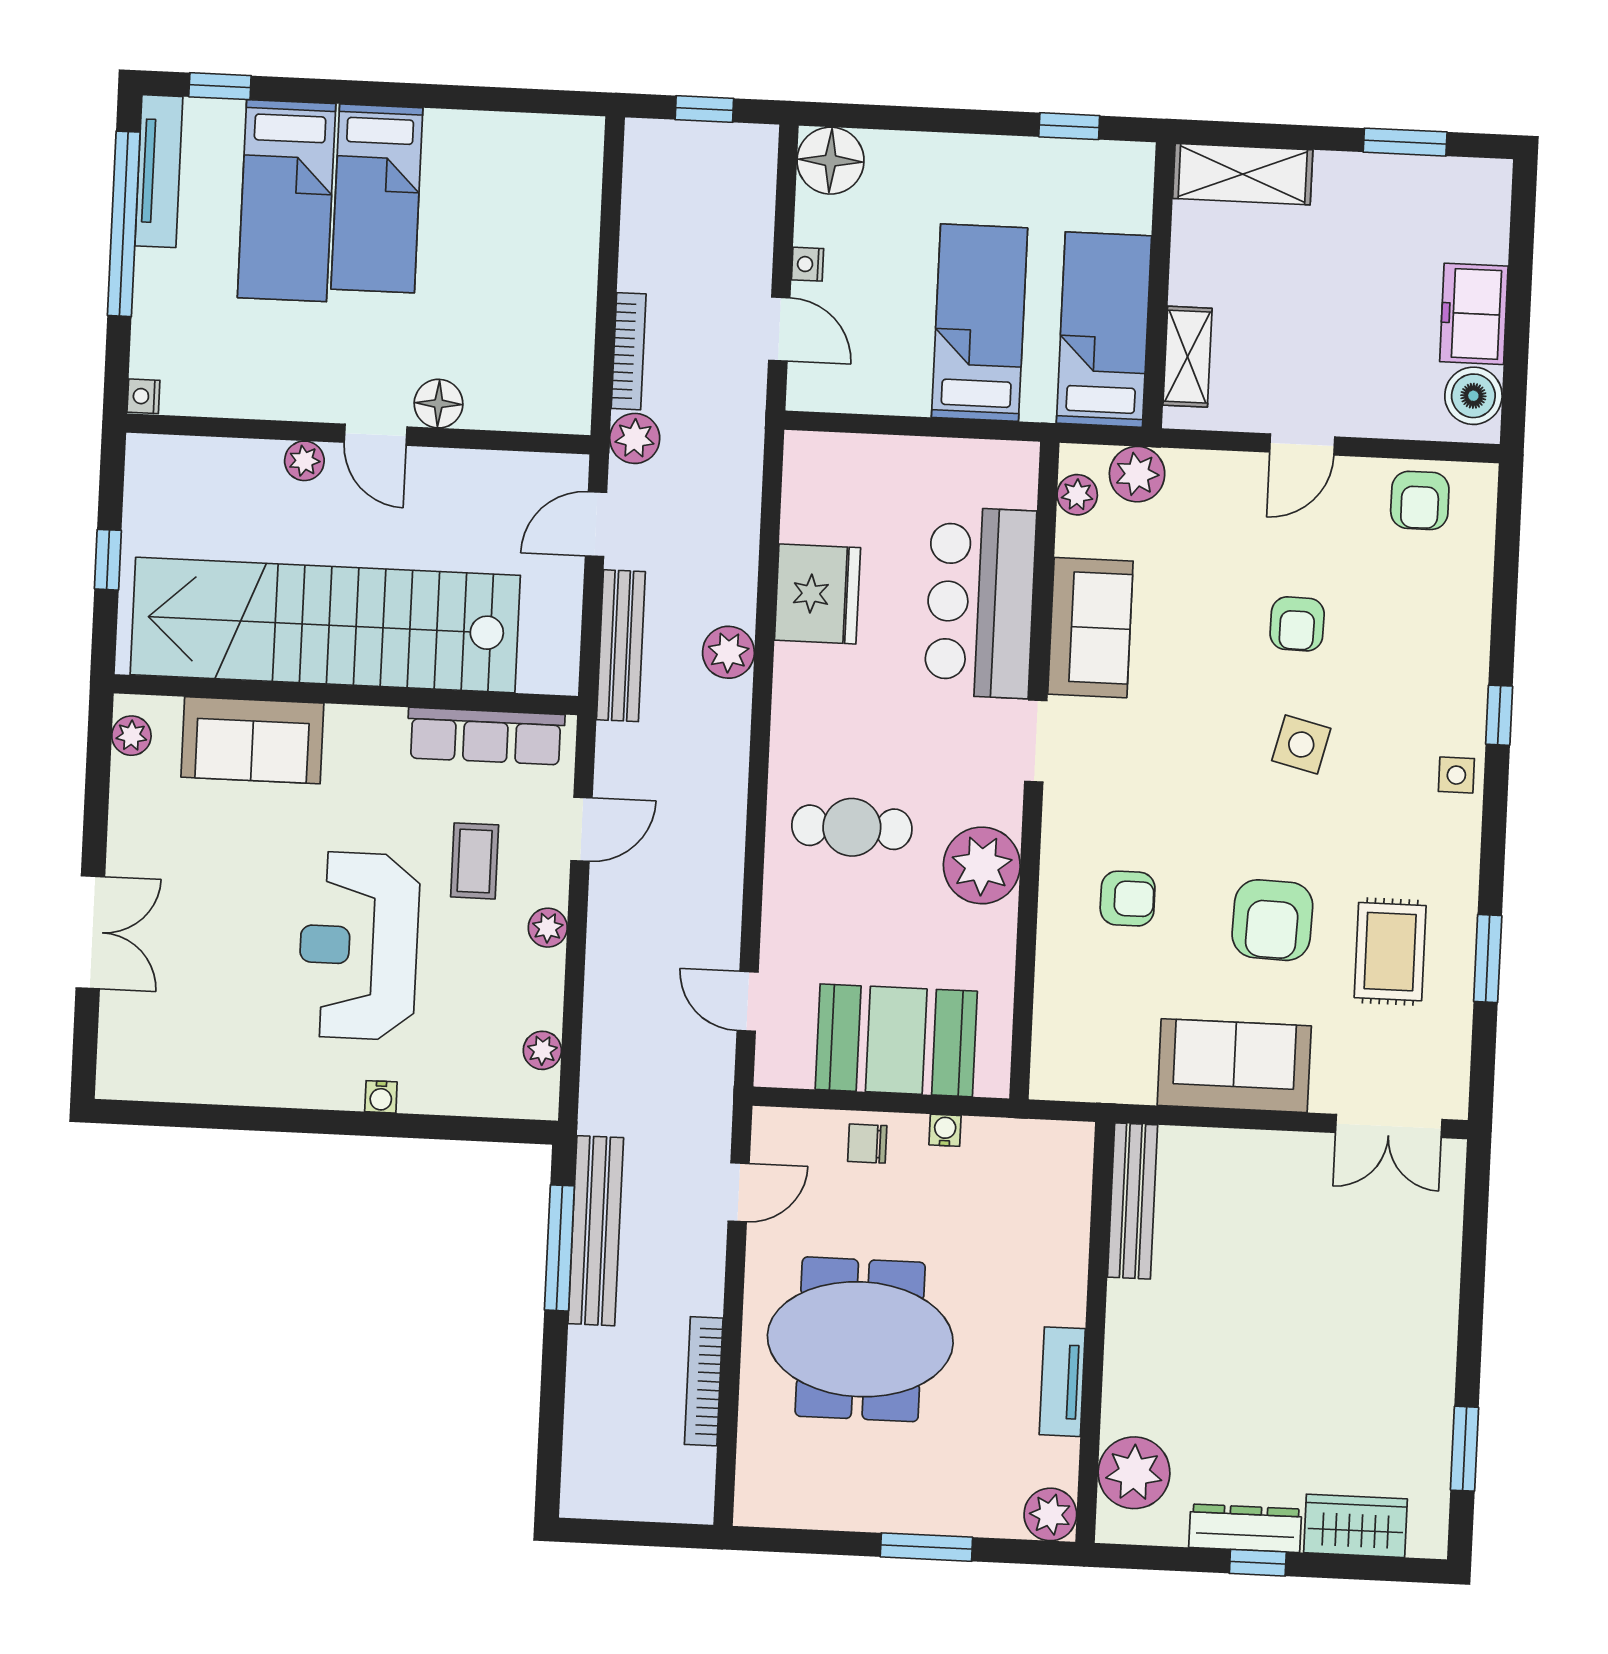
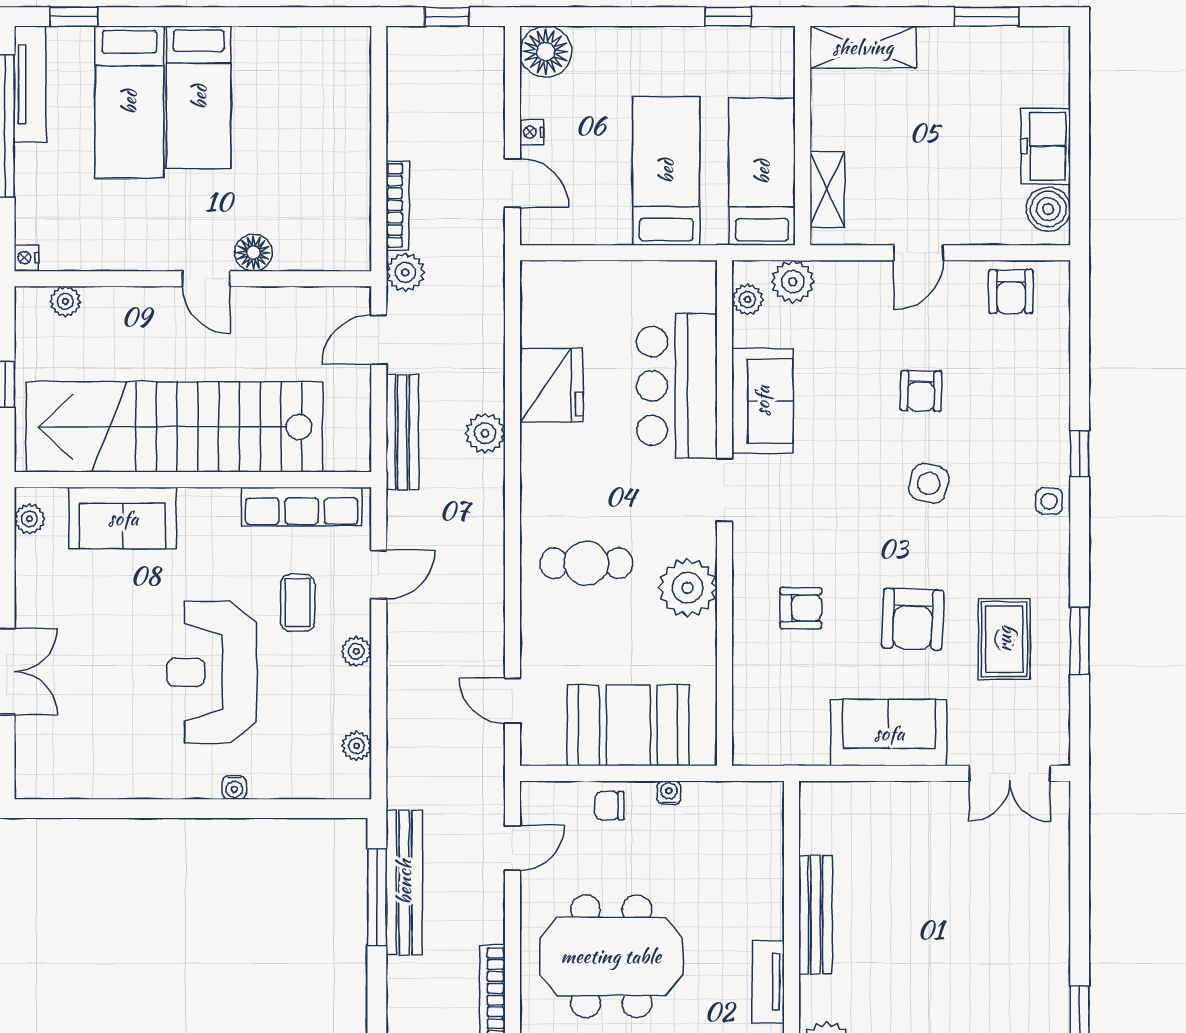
plant: (304, 461) -> (65, 301), moved
bench: (1132, 1201) -> (816, 915), moved

